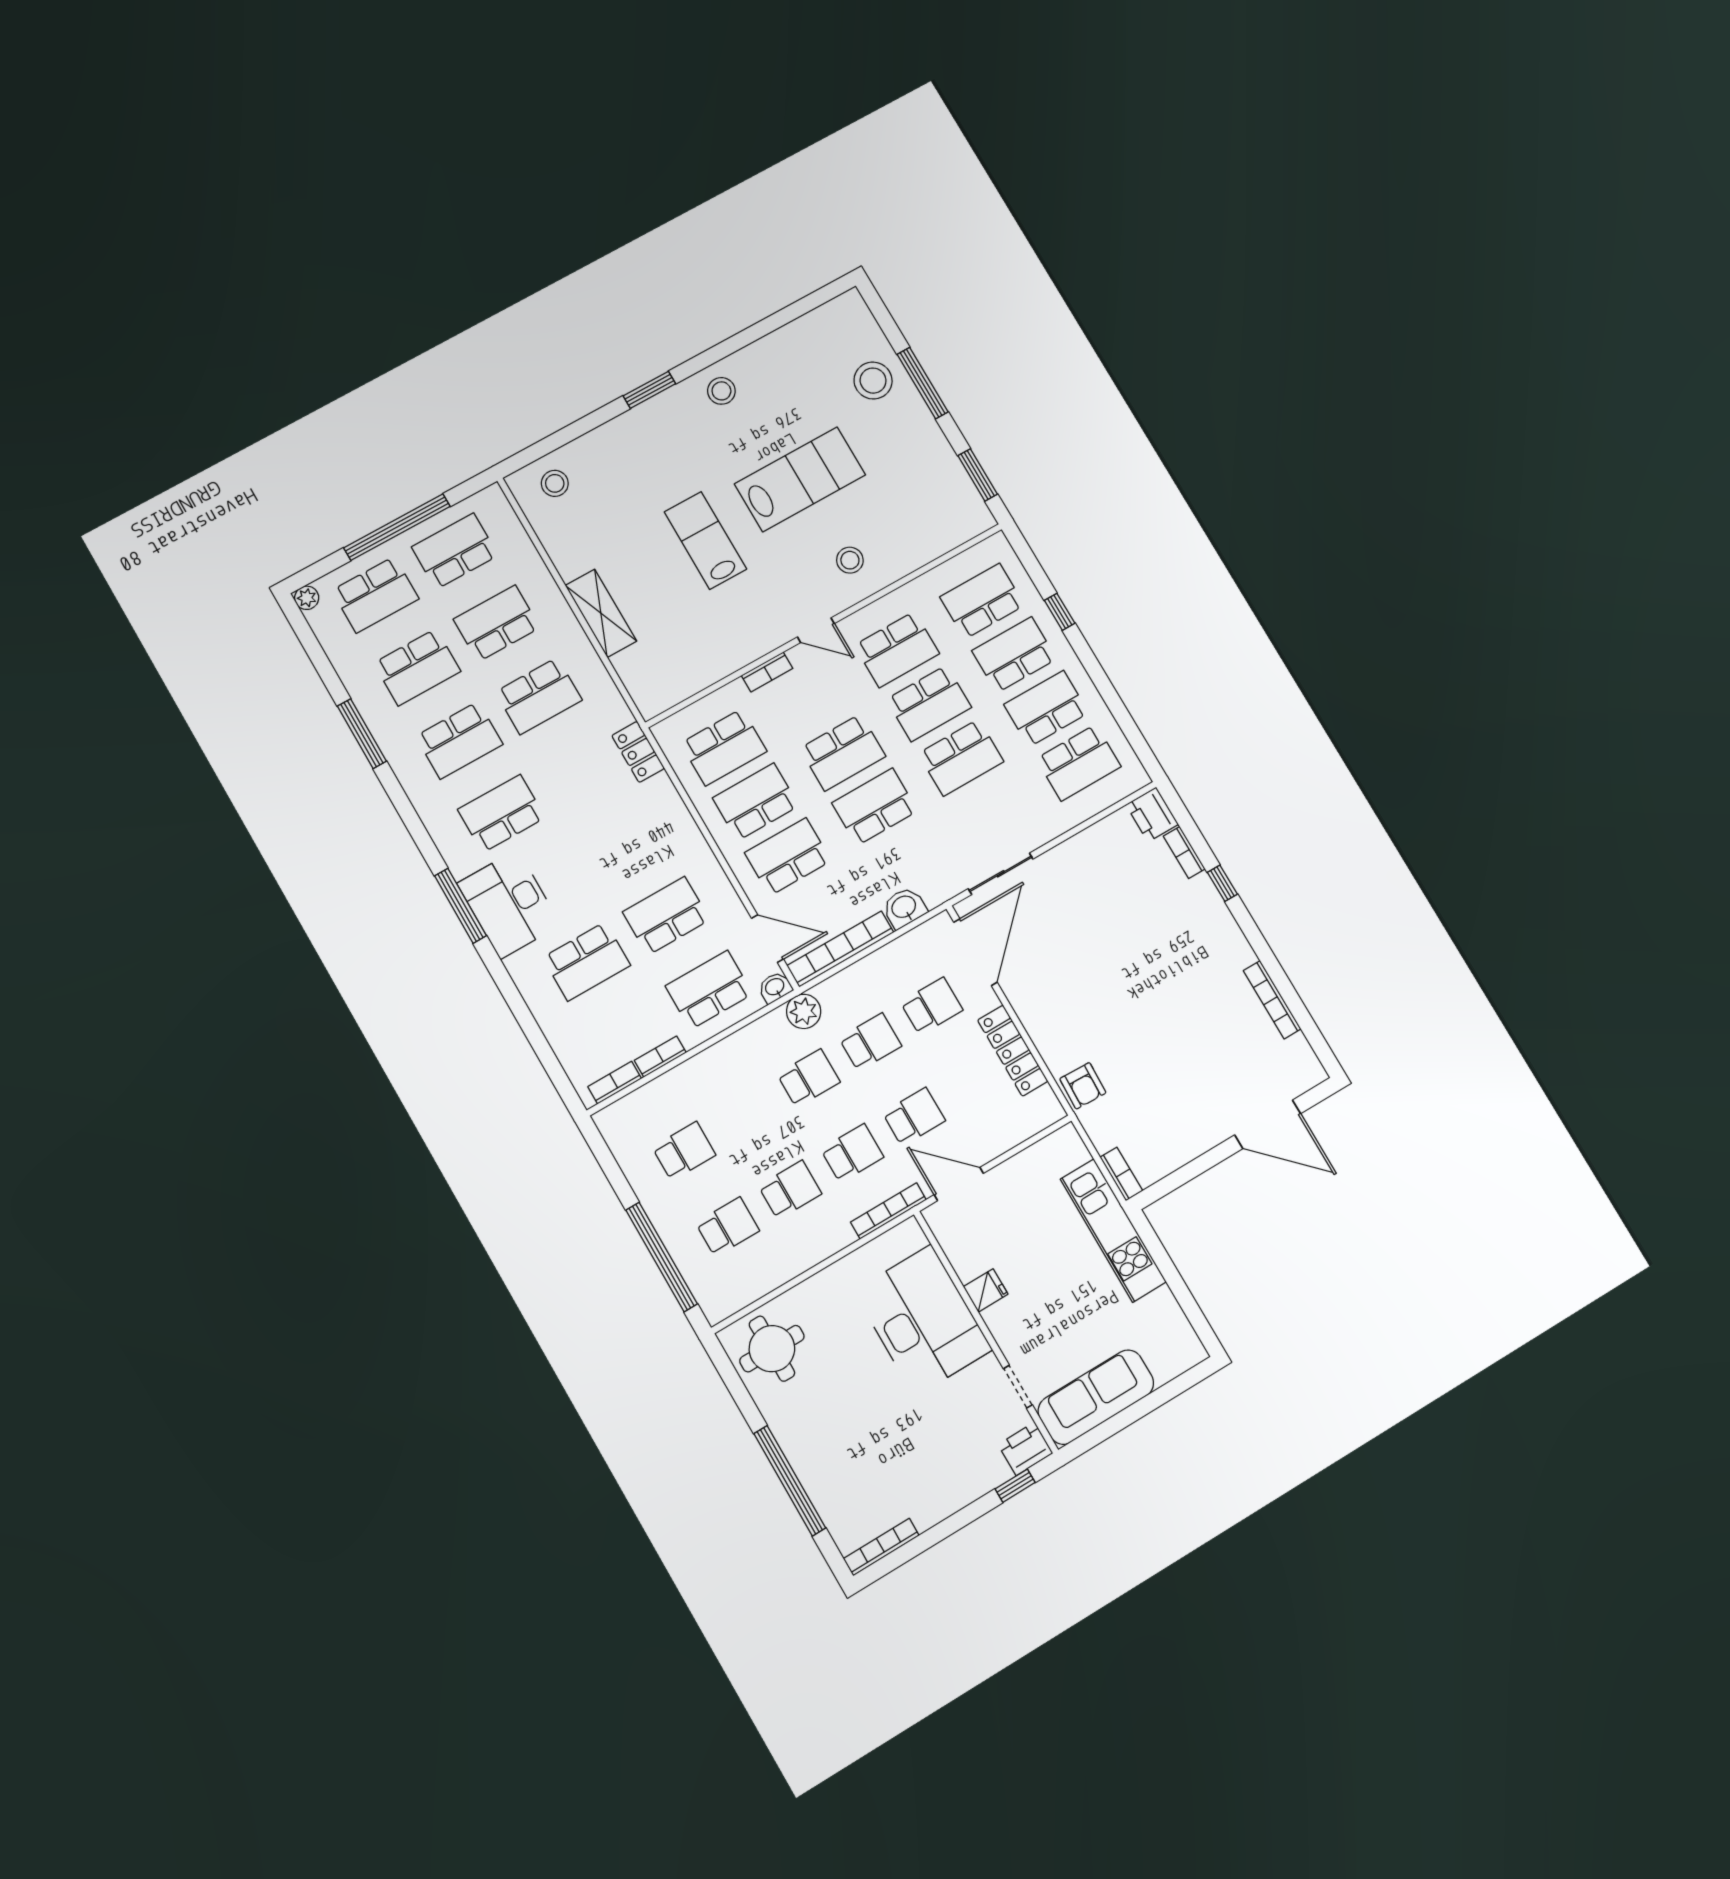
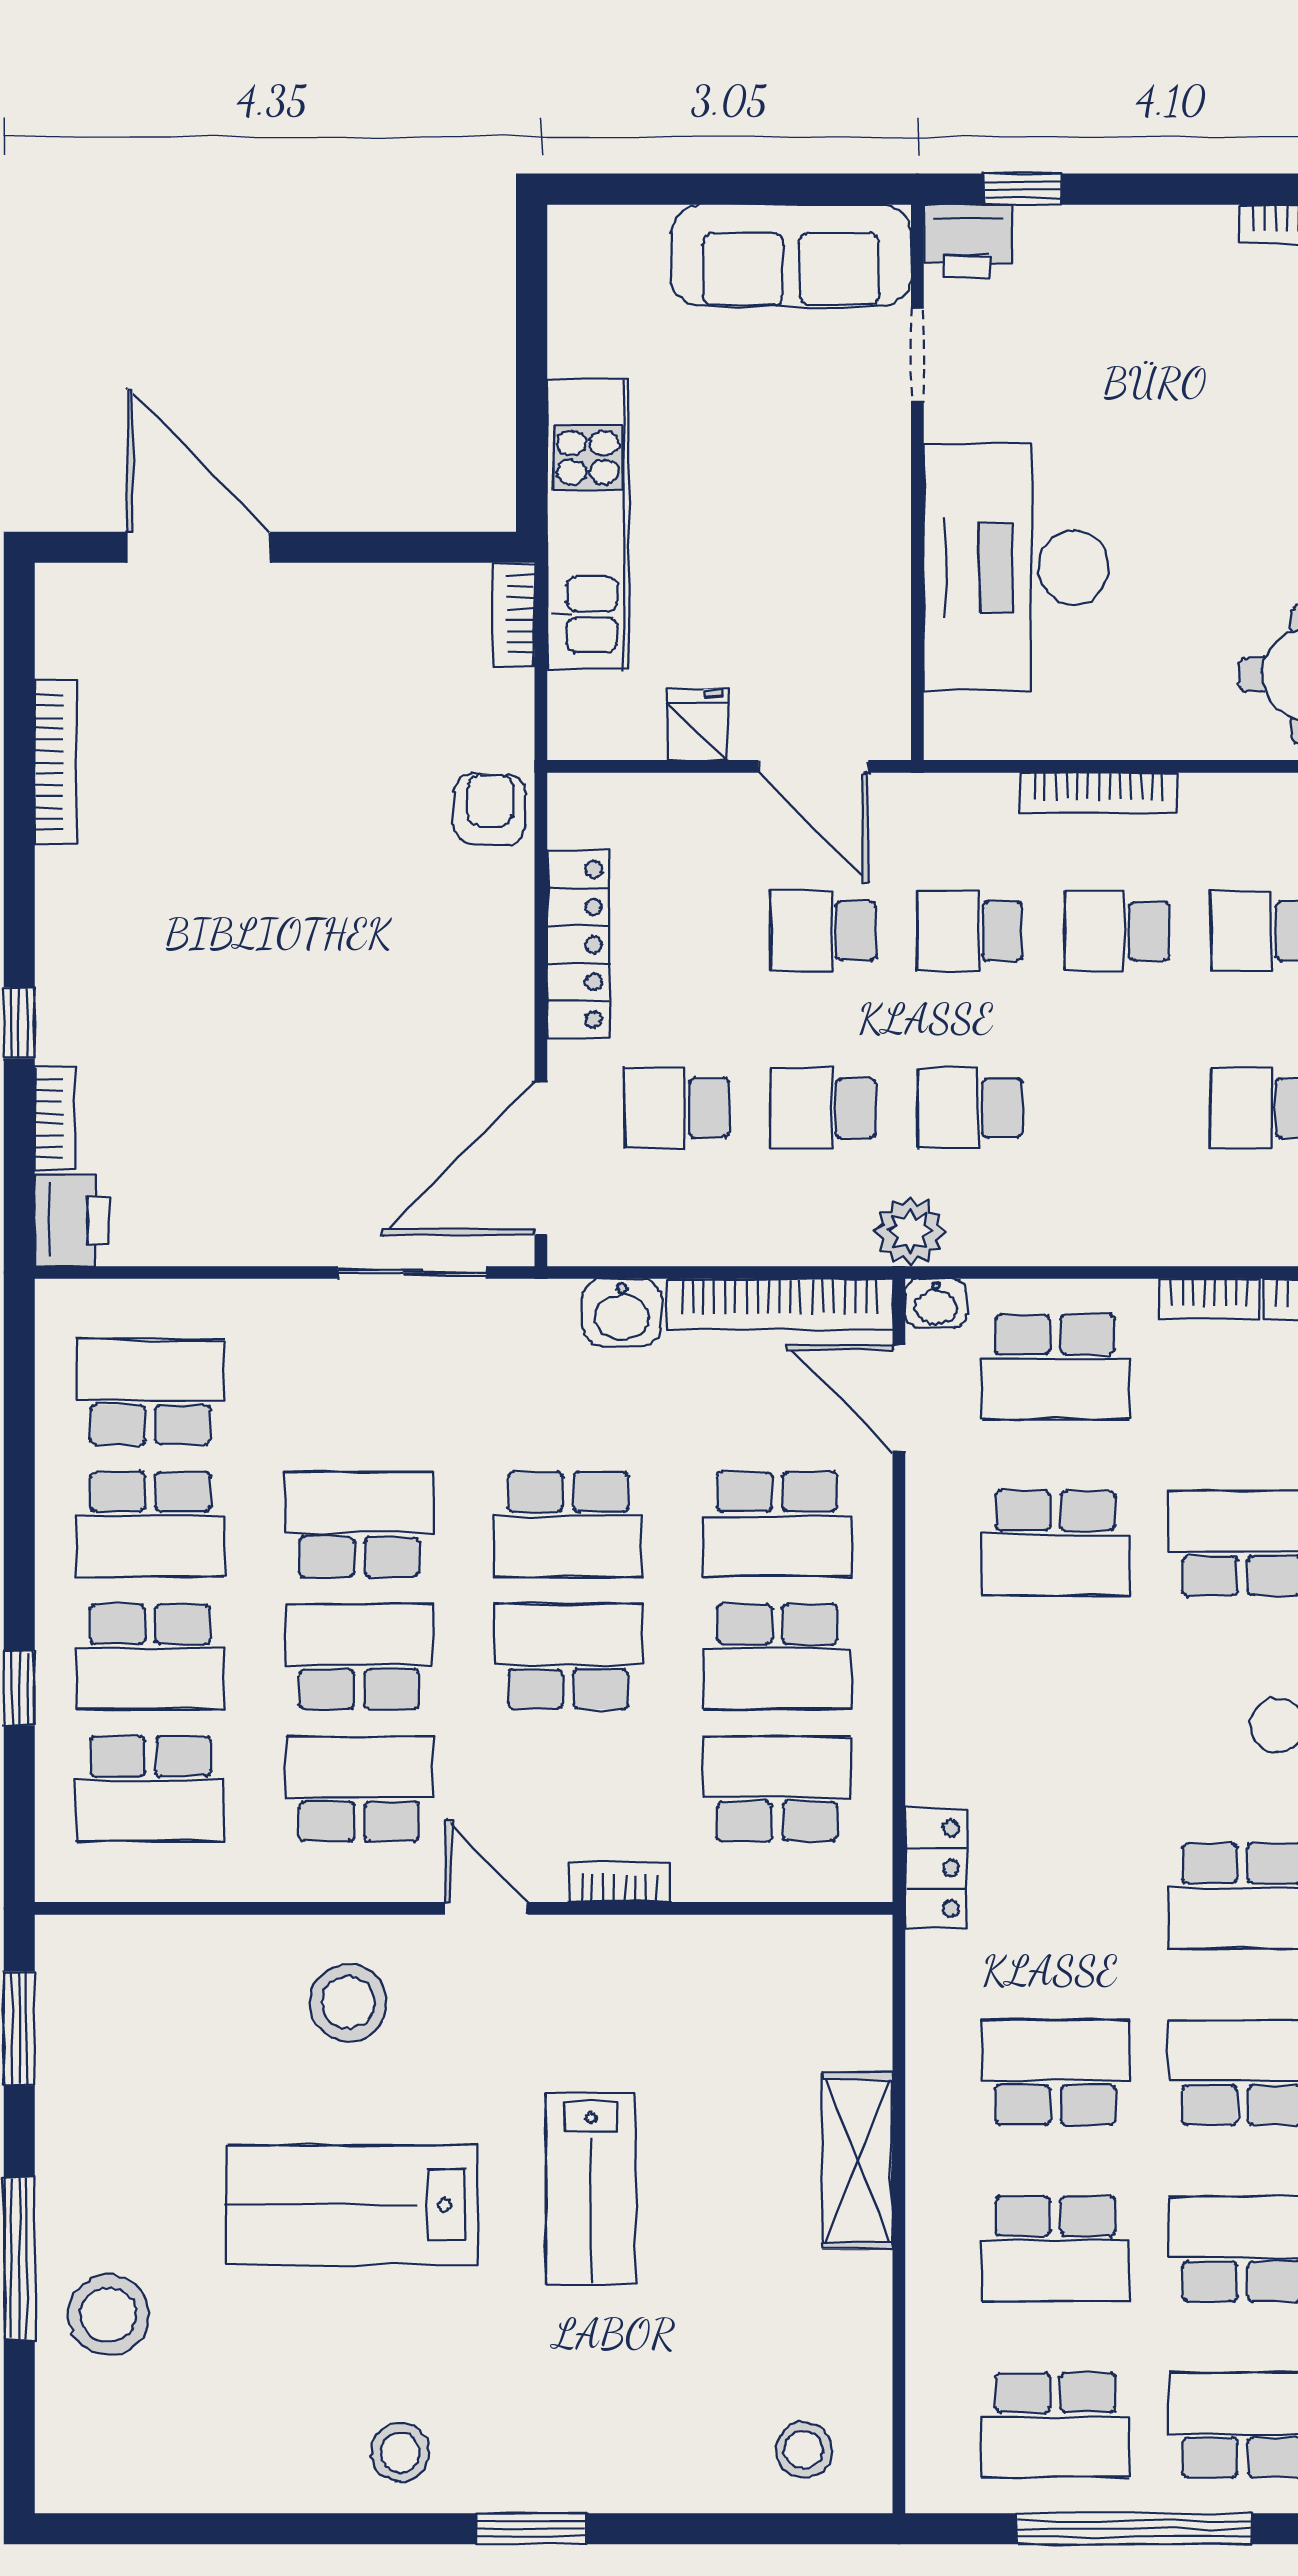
stool: (850, 560) -> (348, 2003), width x1.38, depth x1.38
bookcase: (888, 1211) -> (1099, 793), moved
fridge: (986, 1290) -> (698, 724), moved, turned 90

